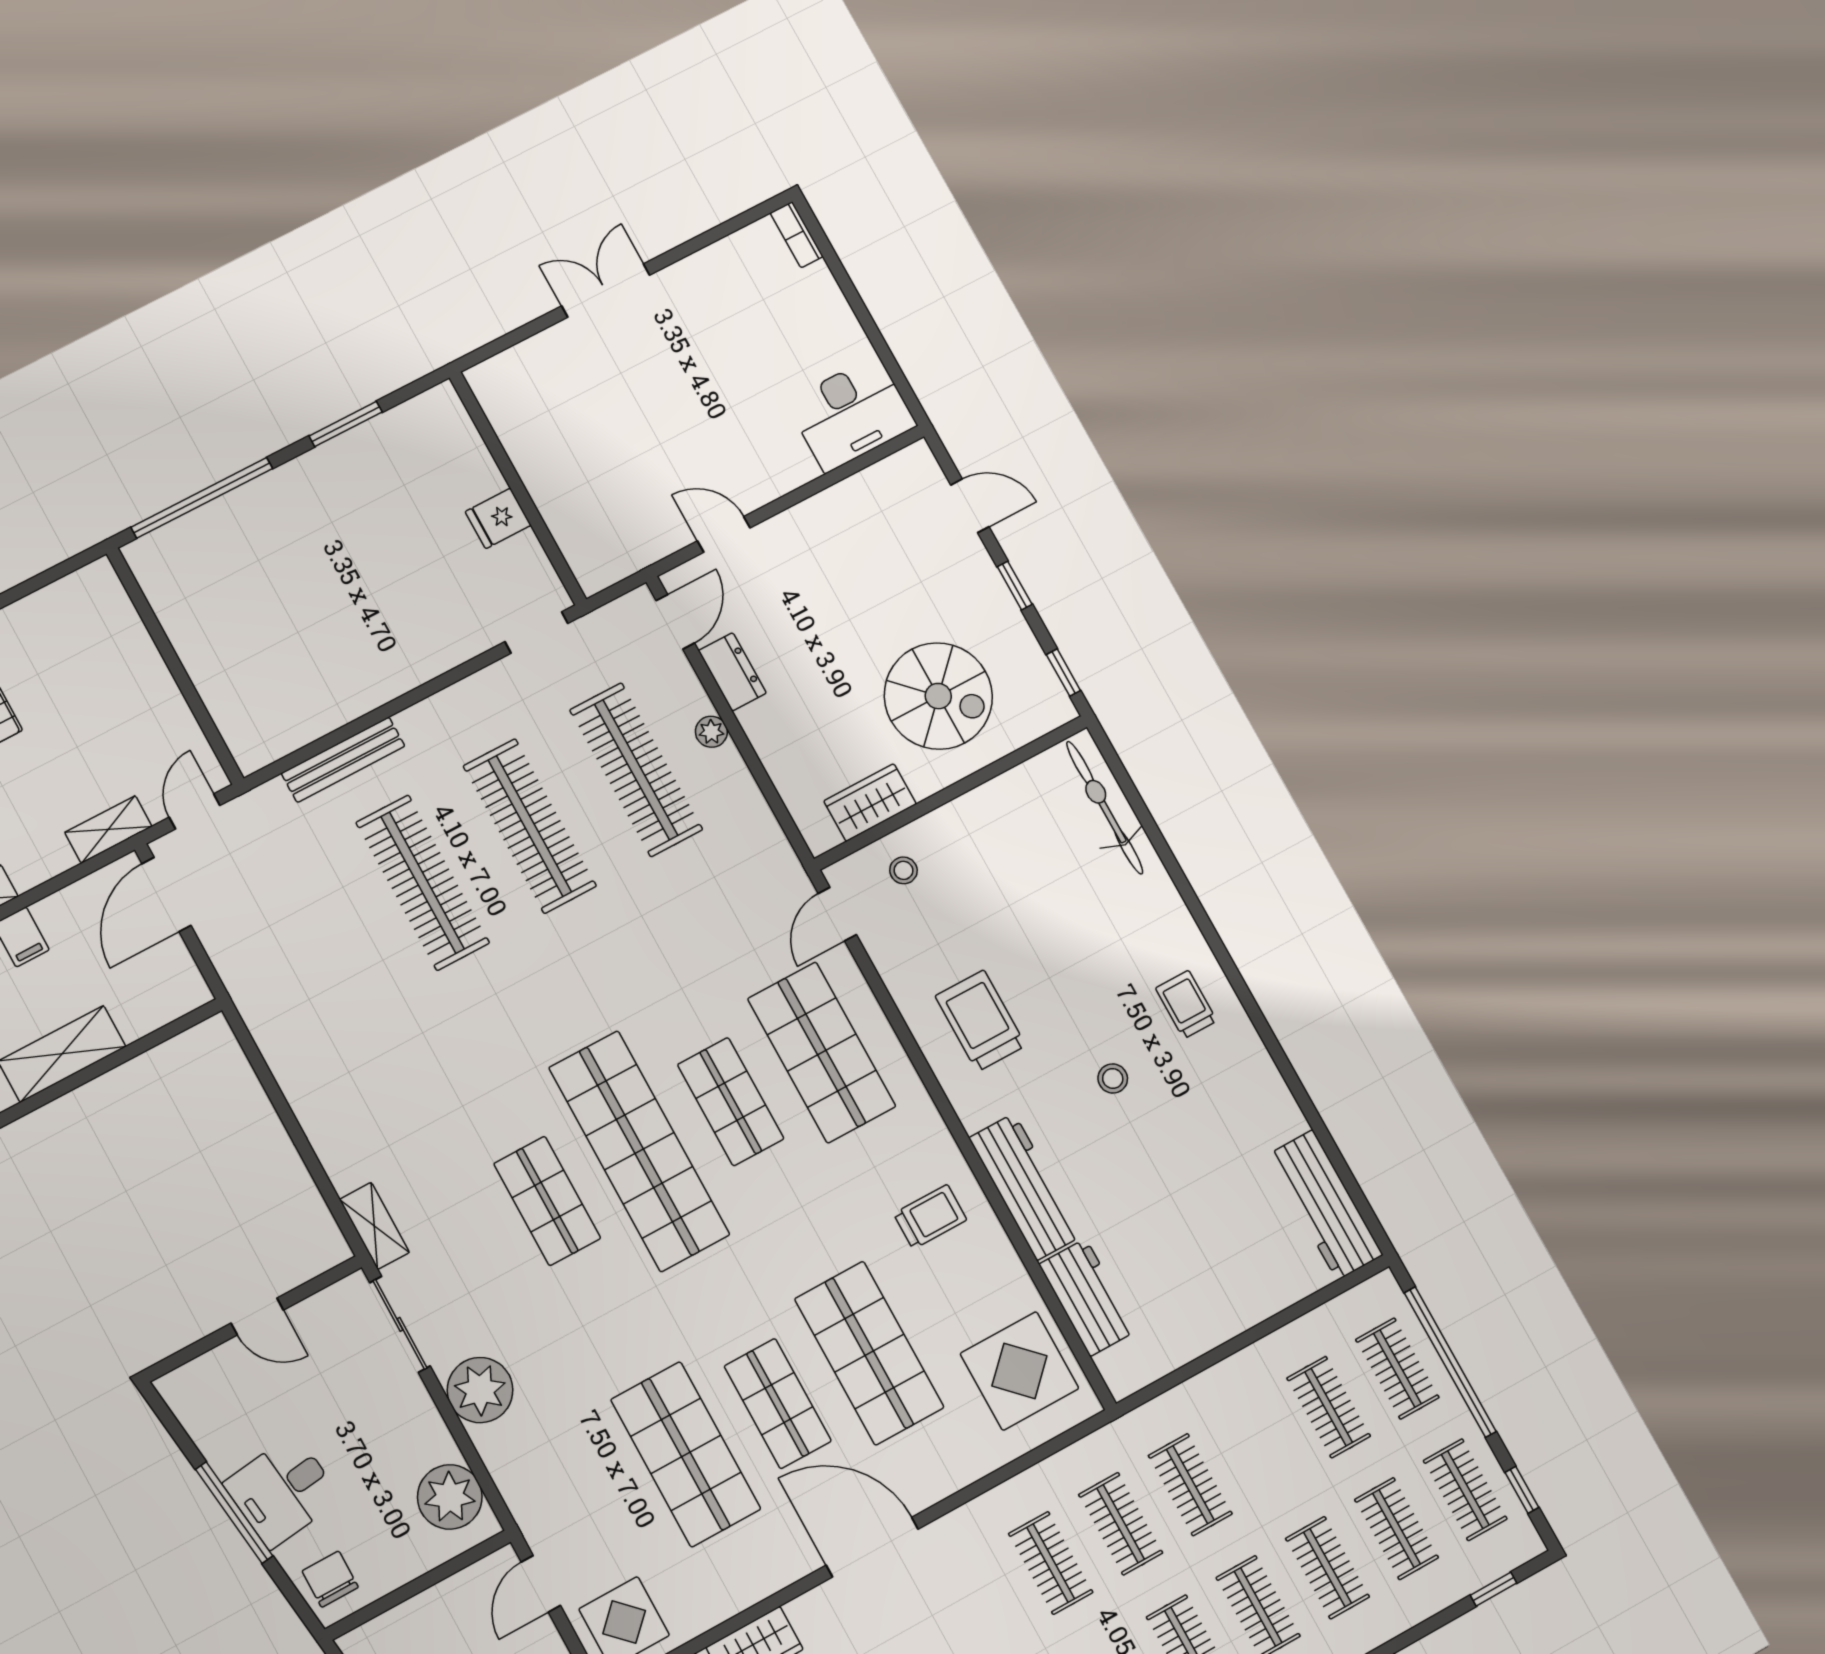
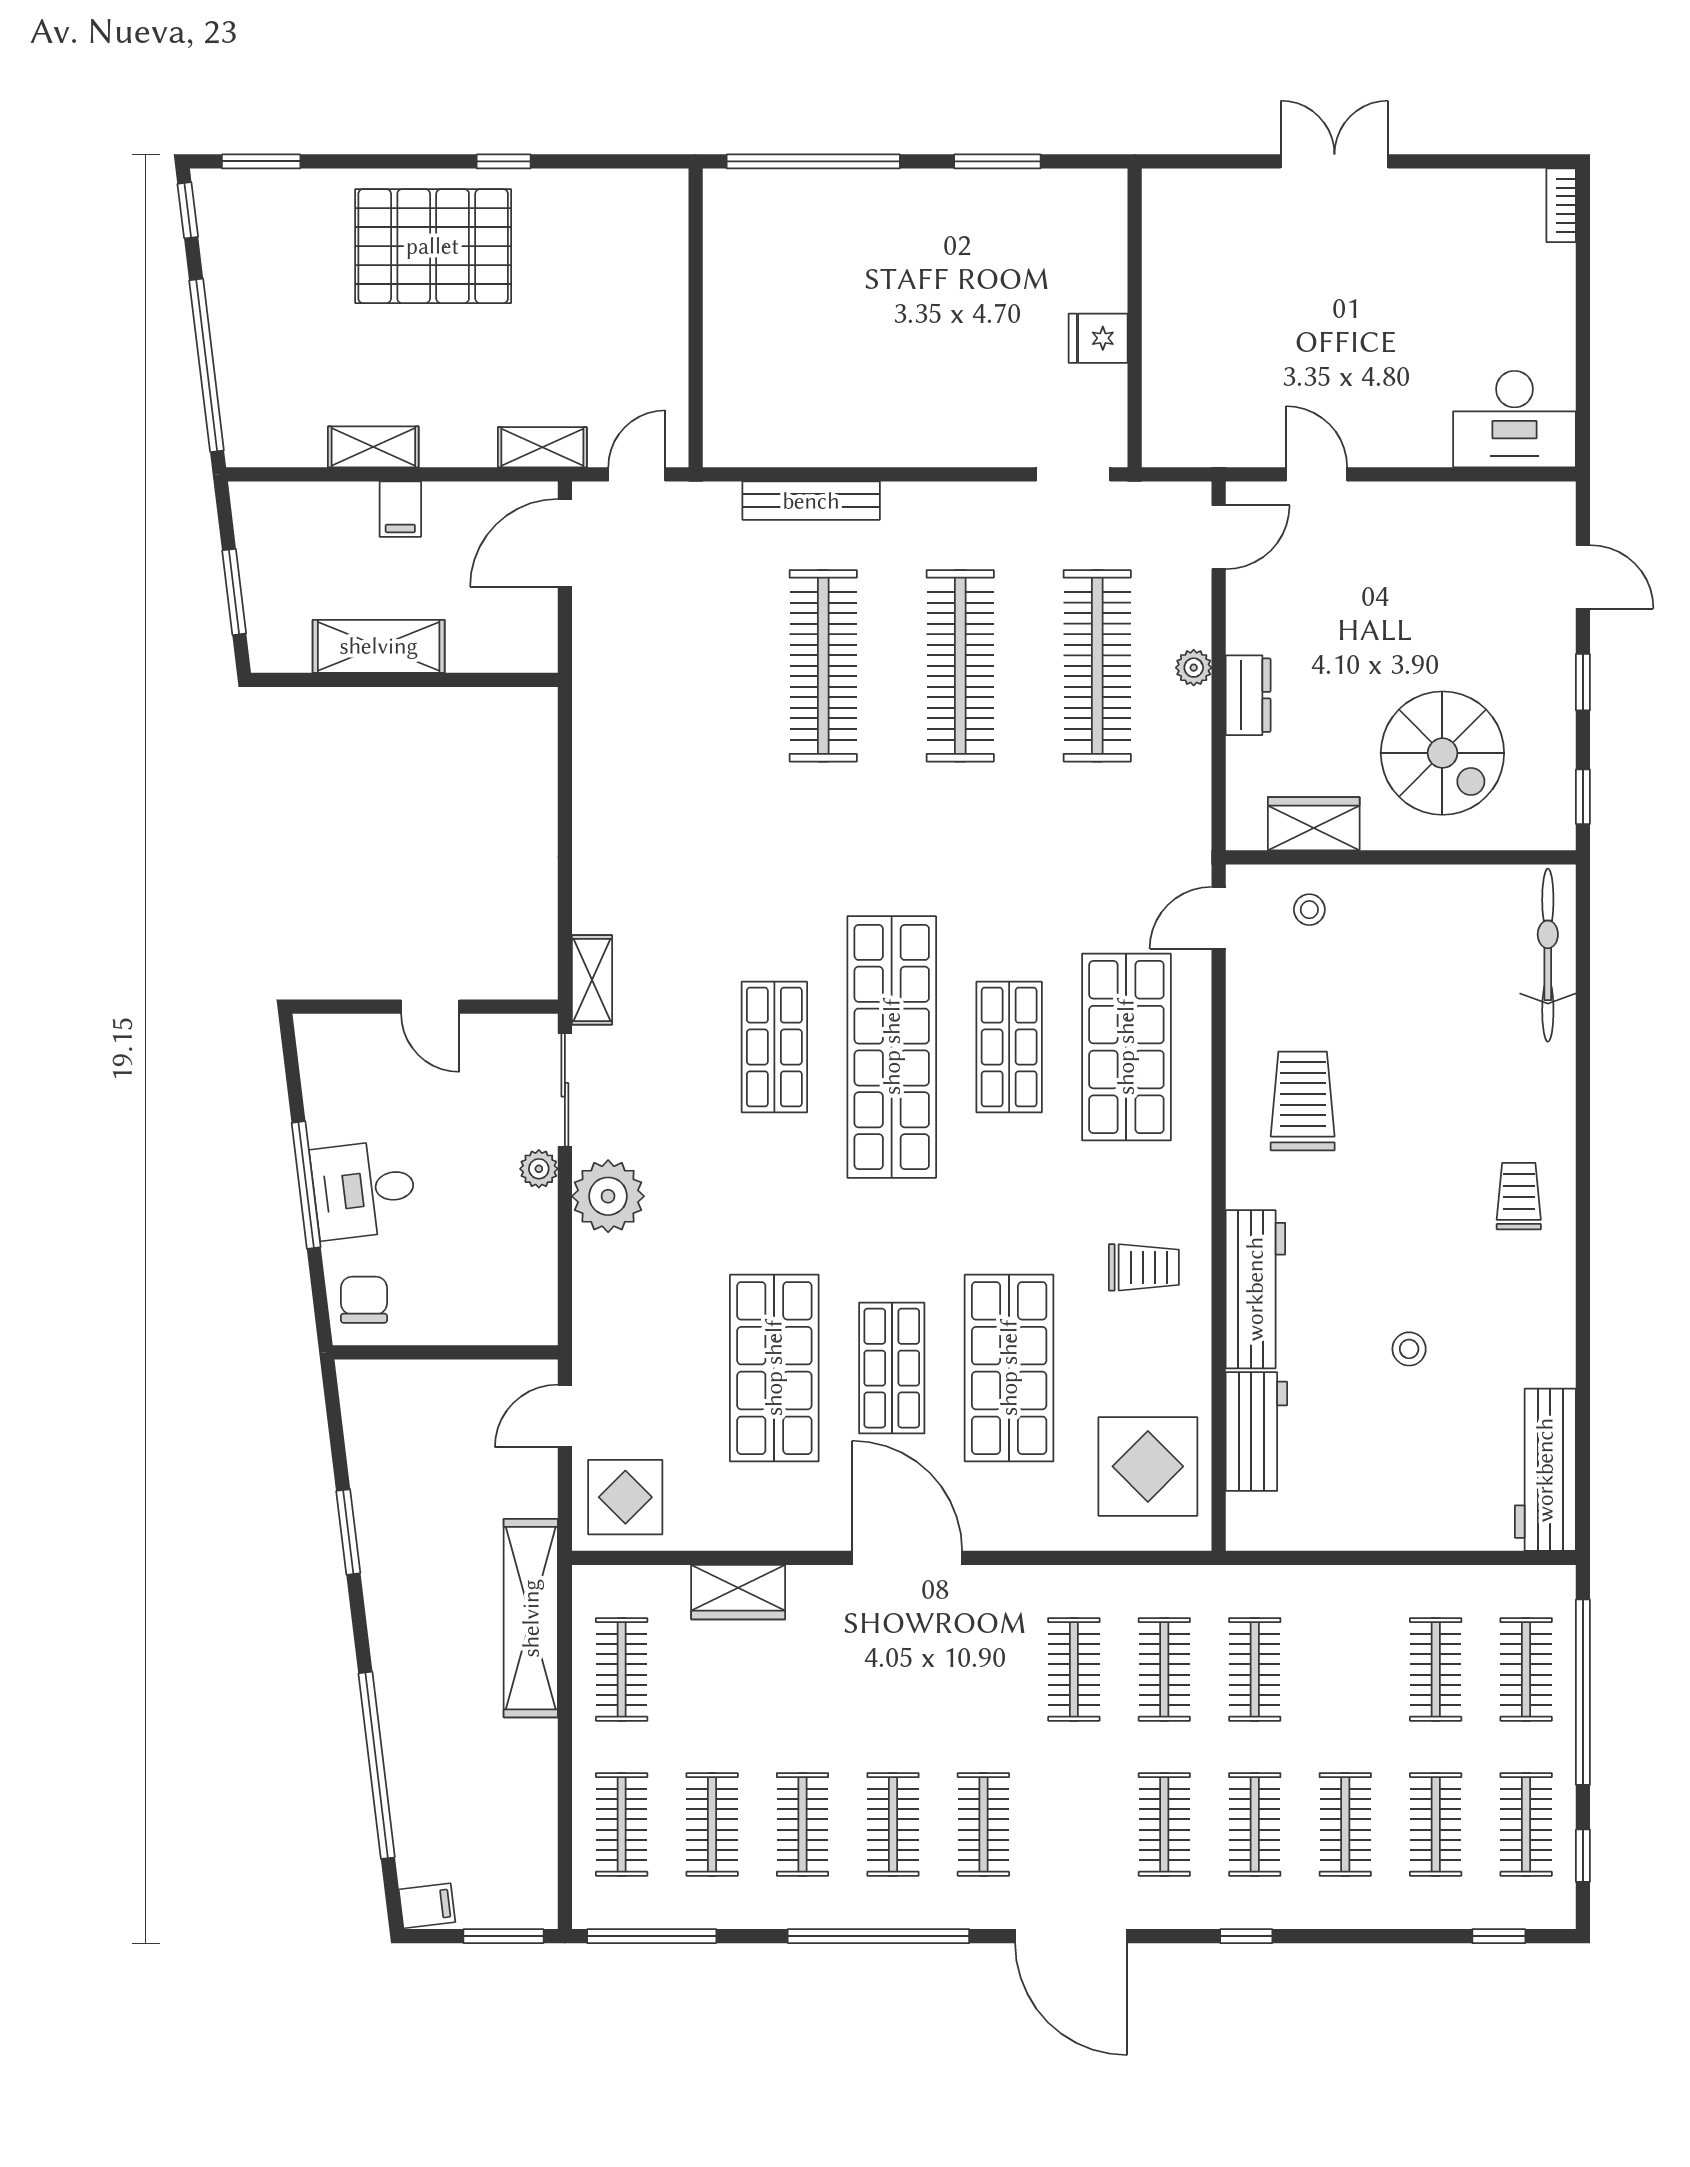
dresser: (732, 672) -> (1248, 695), moved
stool: (1113, 1079) -> (1409, 1349), moved
plant: (450, 1497) -> (539, 1169), moved, width x0.53, depth x0.53

